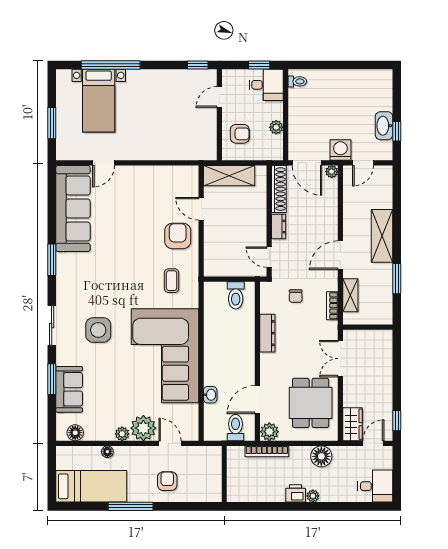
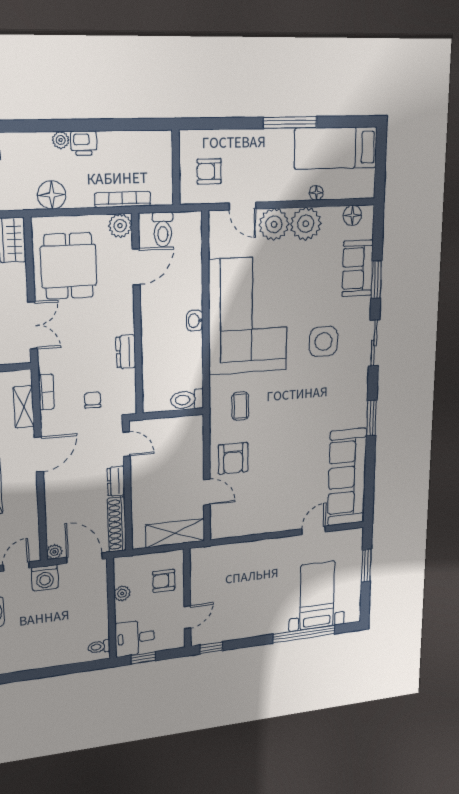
toilet: (236, 295) -> (187, 400), moved, turned -90
dresser: (267, 333) -> (126, 352), width x0.70
washbasin: (210, 395) -> (195, 321), moved
plant: (122, 434) -> (306, 224), width x1.87, depth x1.87
armchair: (167, 481) -> (209, 171), moved, turned 90

